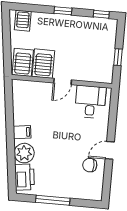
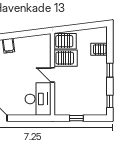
server rack: (23, 21) -> (99, 49), moved
desk: (90, 102) -> (38, 99), width x1.37

